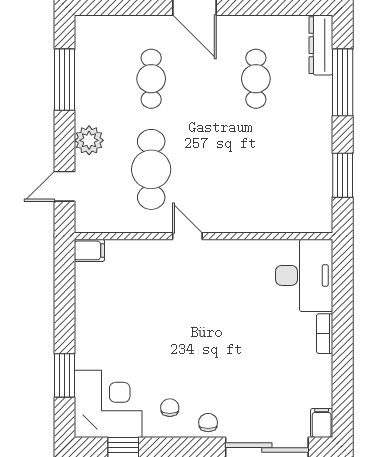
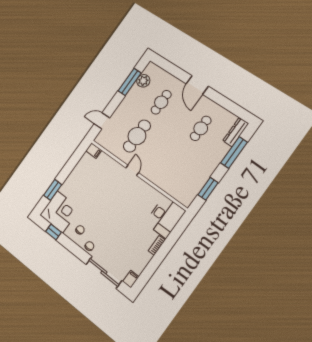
plant: (89, 140) -> (143, 81), moved

